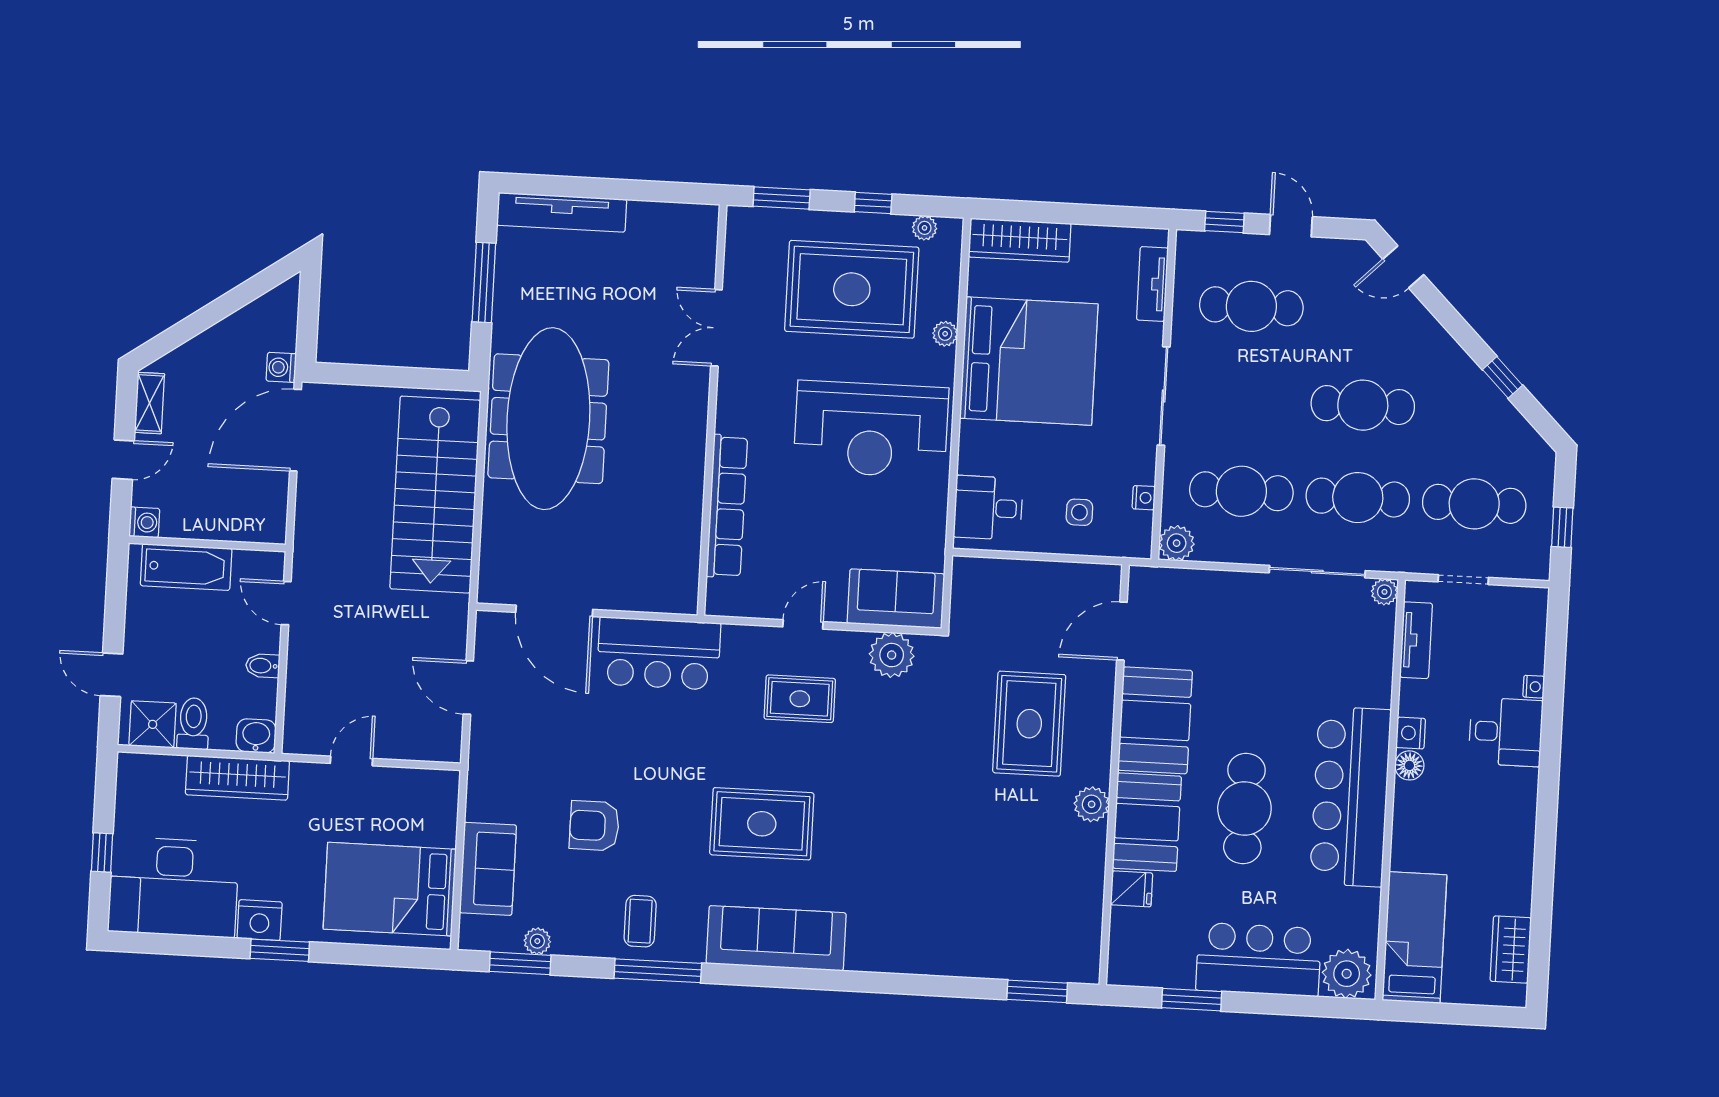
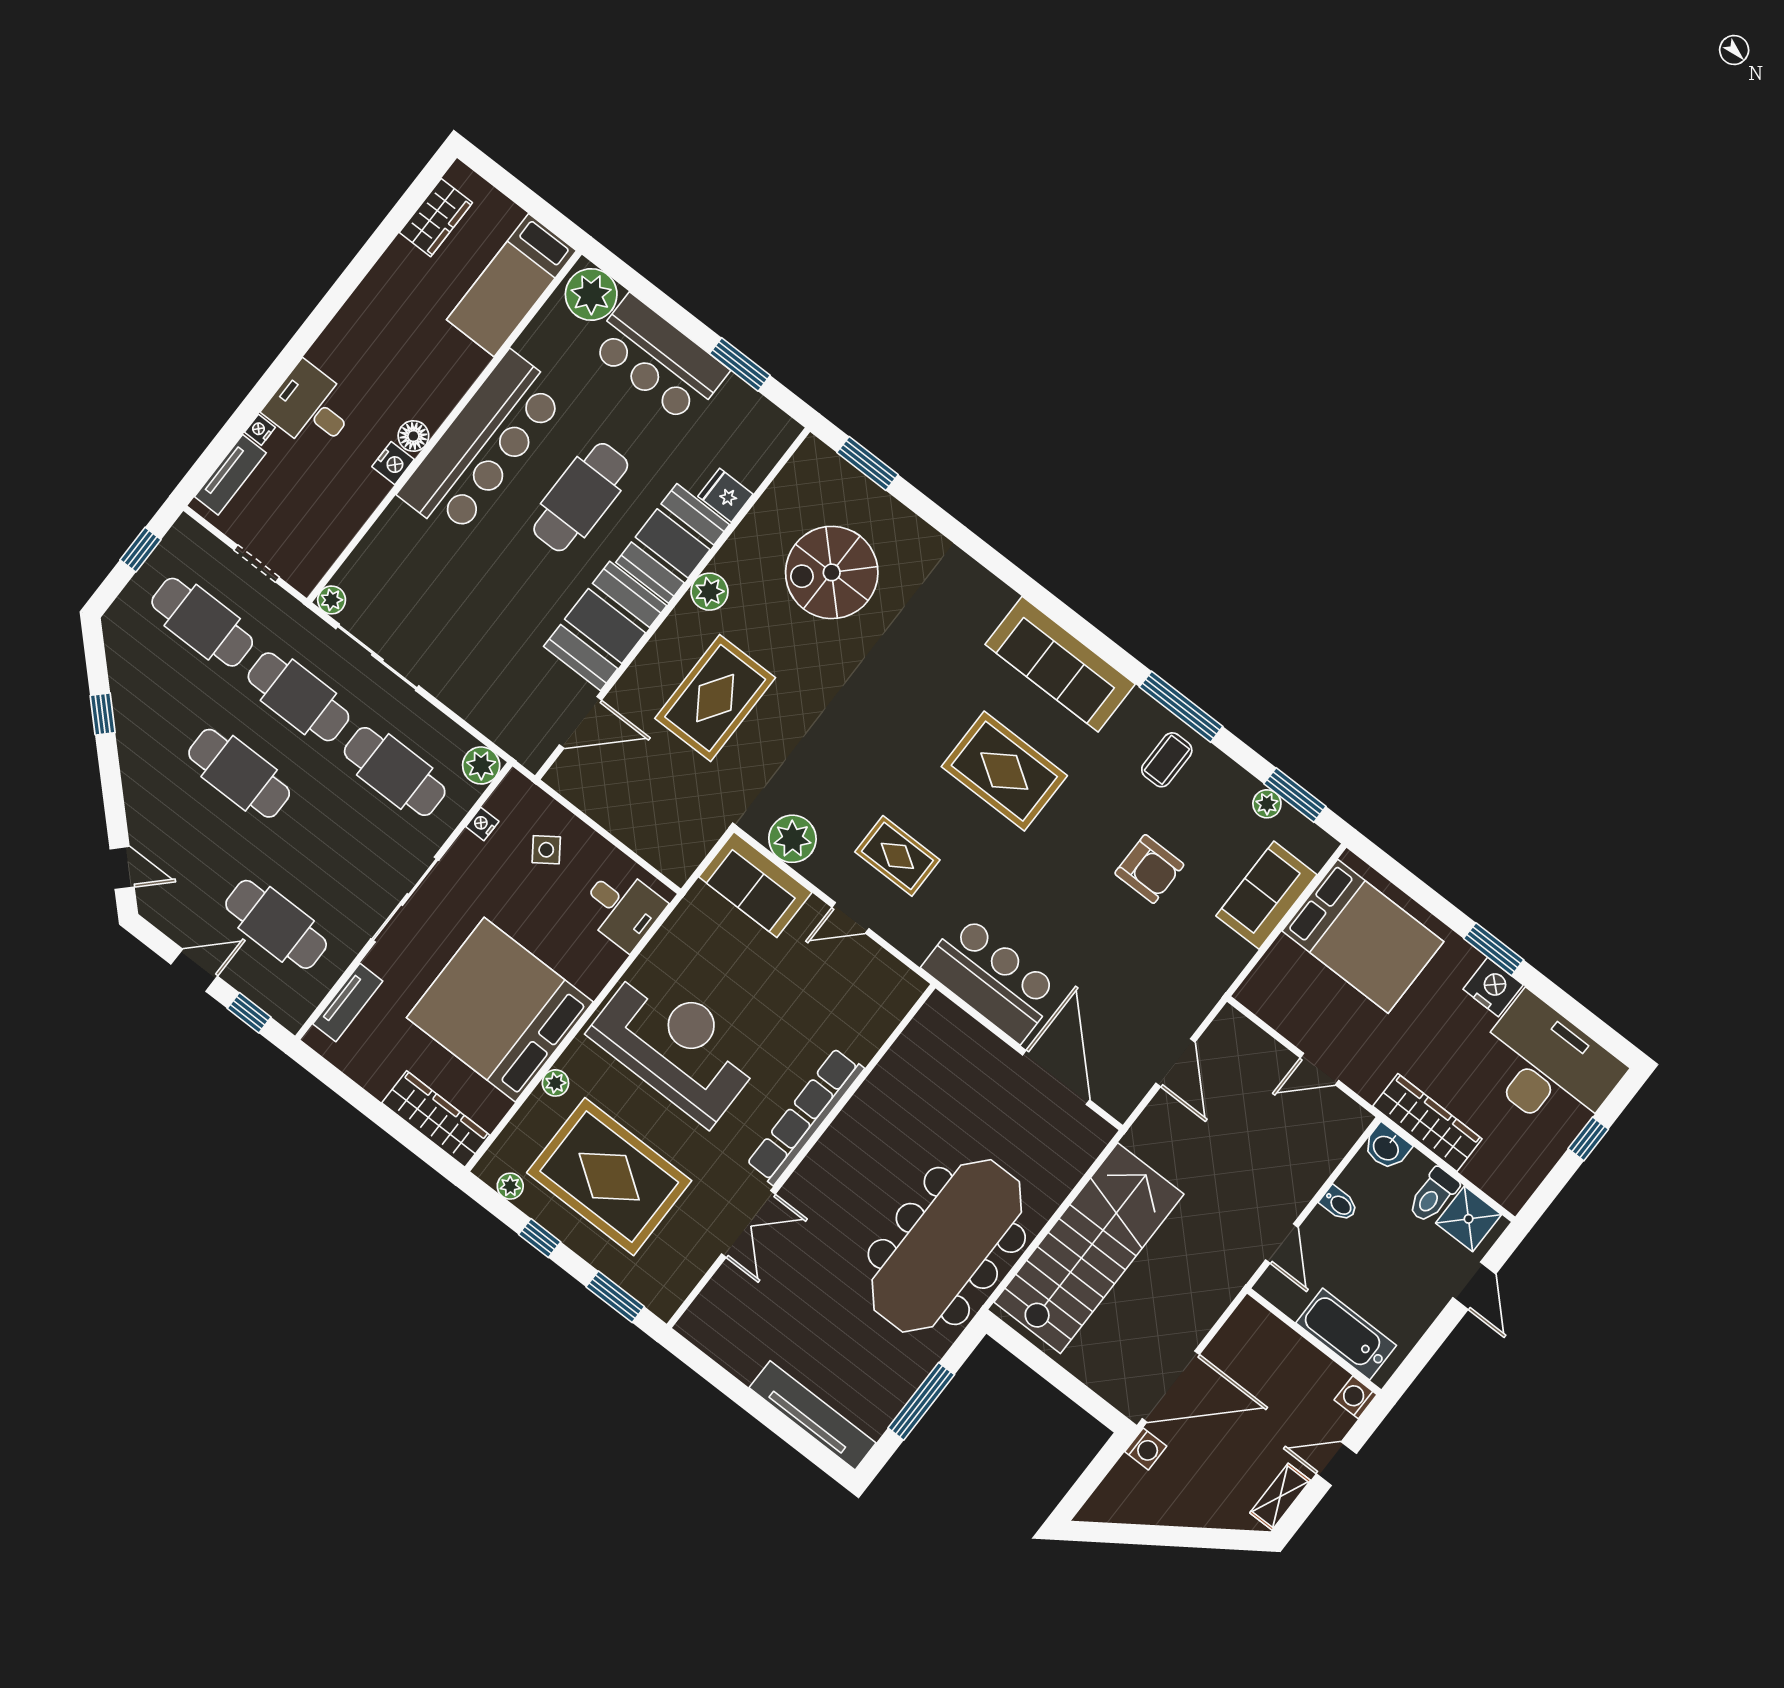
door: (1291, 226) -> (194, 970), swing flipped
row of seats: (727, 506) -> (805, 1116), moved
side table: (1079, 512) -> (546, 850), turned -35
tv unit: (1416, 640) -> (230, 475), moved, turned 180
spiral stairs: (1006, 886) -> (832, 572), added

